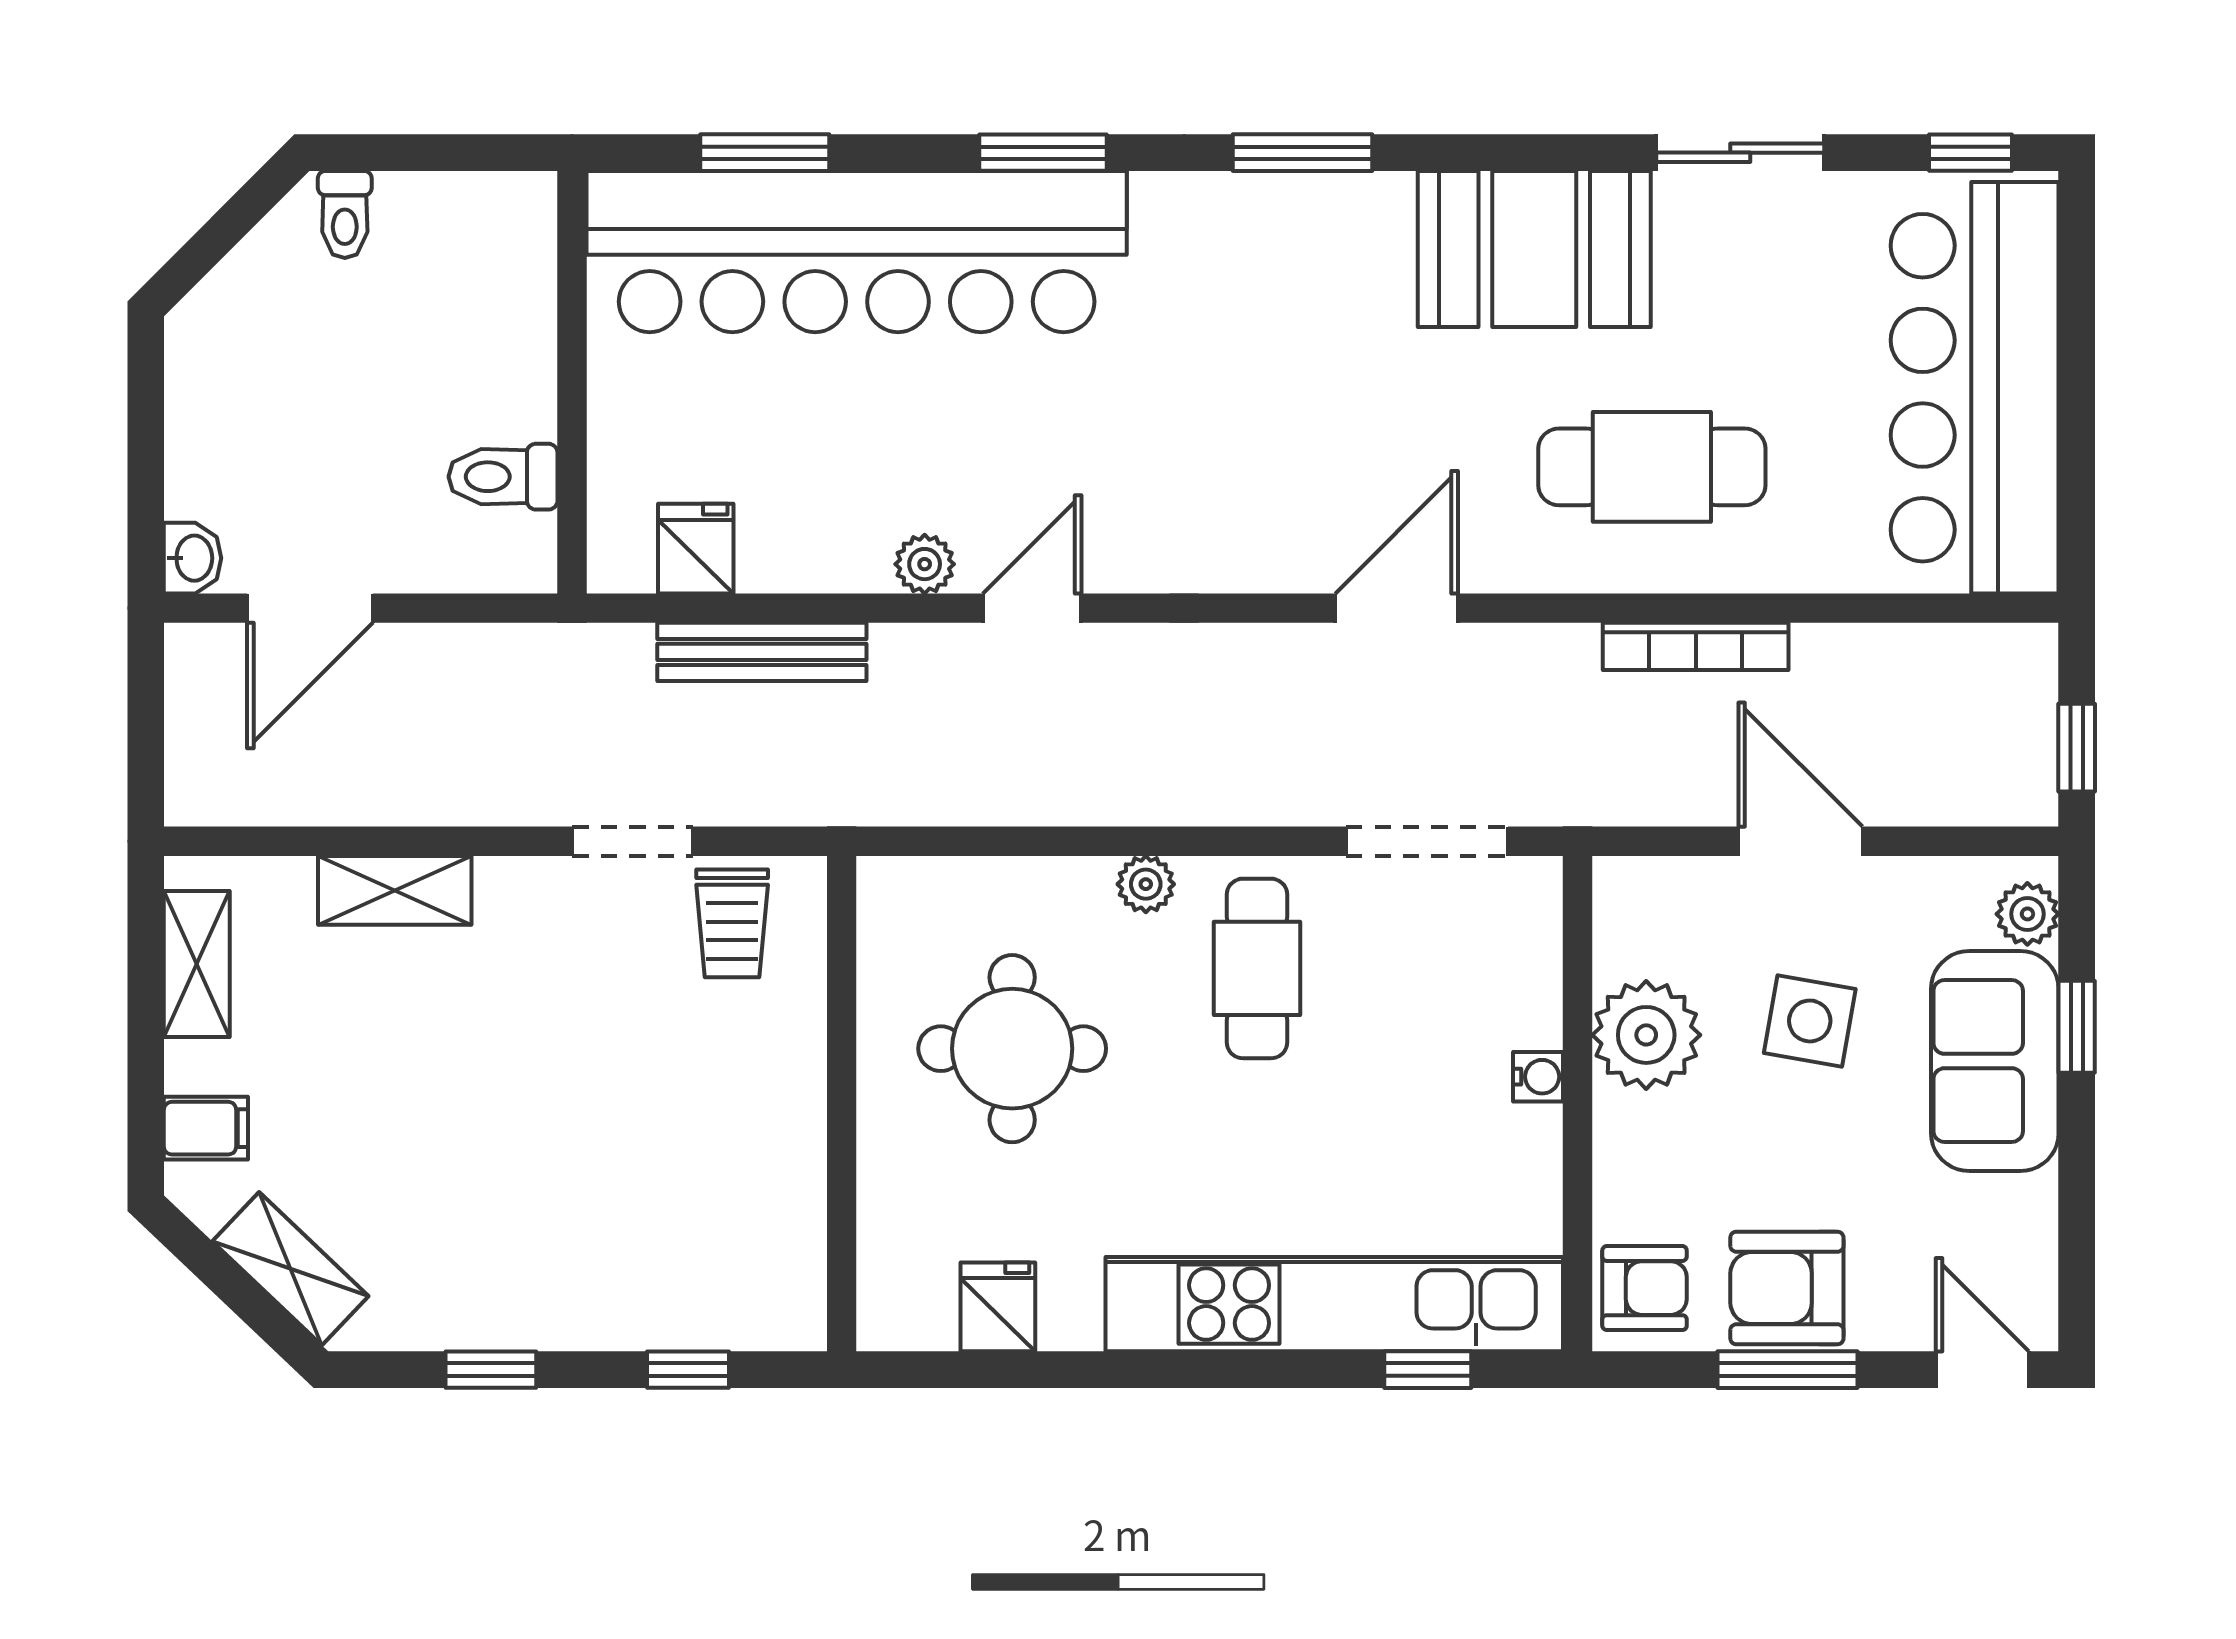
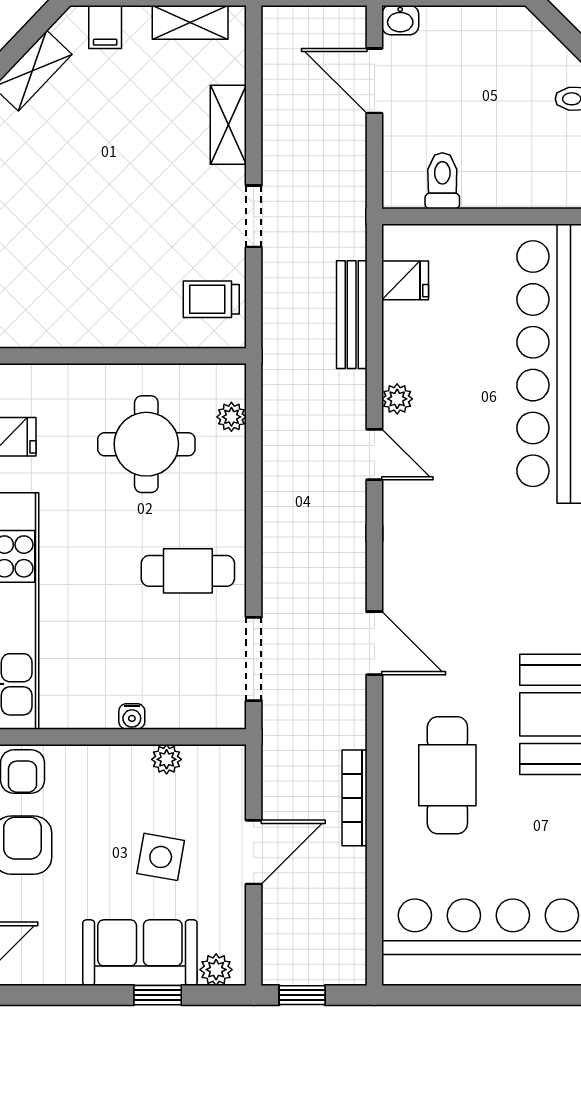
doorway: (633, 841) -> (254, 216), moved
plant: (1146, 884) -> (231, 417), moved
plant: (1646, 1035) -> (167, 759), width x0.53, depth x0.53

